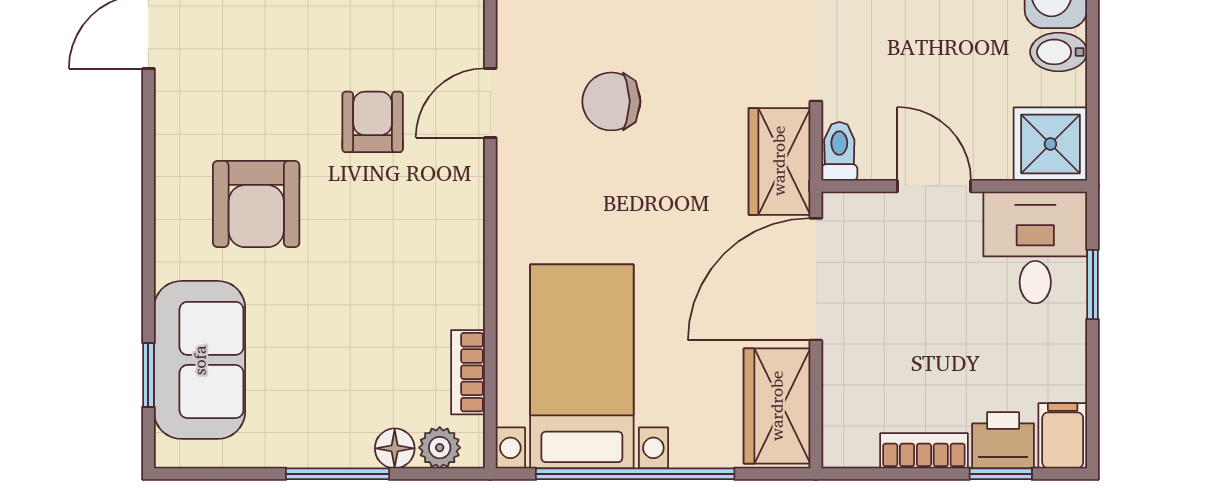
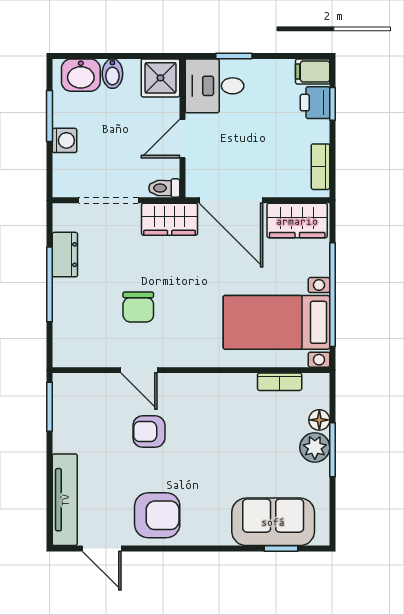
armchair: (256, 204) -> (157, 515), moved
plant: (440, 448) -> (315, 447), moved, width x1.38, depth x1.38
bookcase: (924, 451) -> (320, 167), moved

